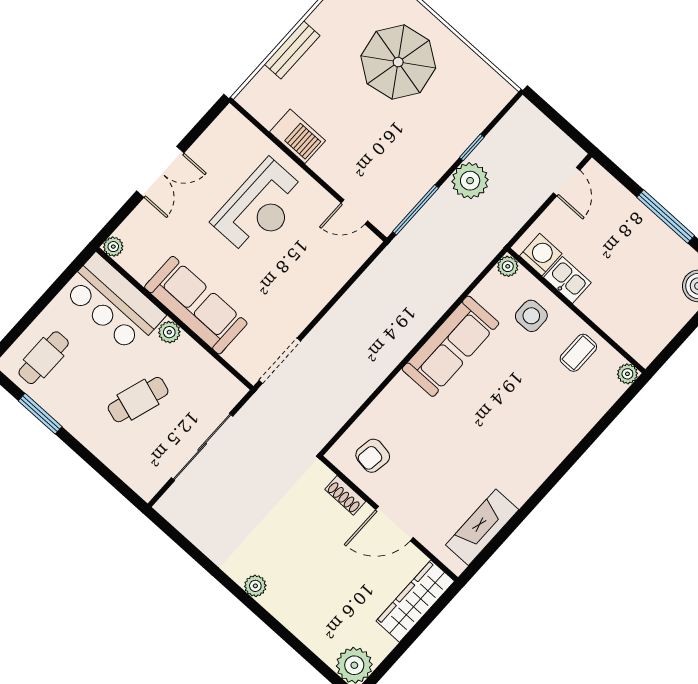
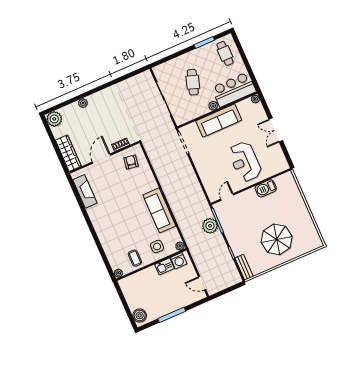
bench: (292, 50) -> (244, 267), moved
plant: (470, 181) -> (210, 226), moved
plant: (255, 586) -> (83, 103), moved

